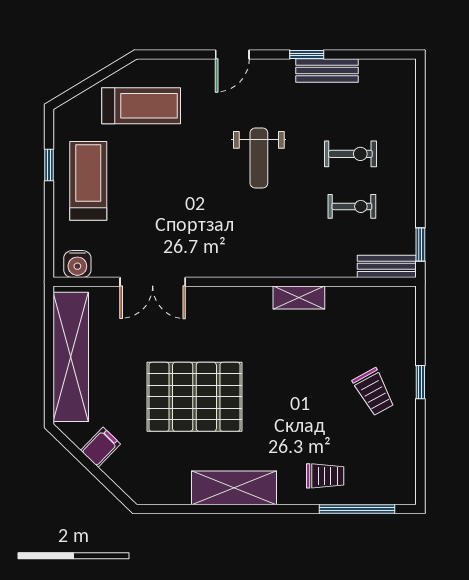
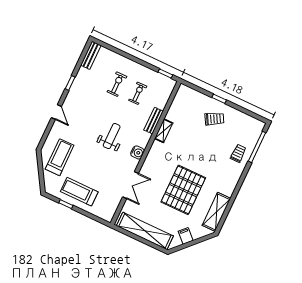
bench: (327, 70) -> (91, 55), moved
weight bench: (259, 158) -> (112, 136), moved, turned -90
water cooler: (77, 264) -> (137, 152), moved
bench: (387, 266) -> (154, 121), moved
shelving: (234, 488) -> (216, 212), moved

